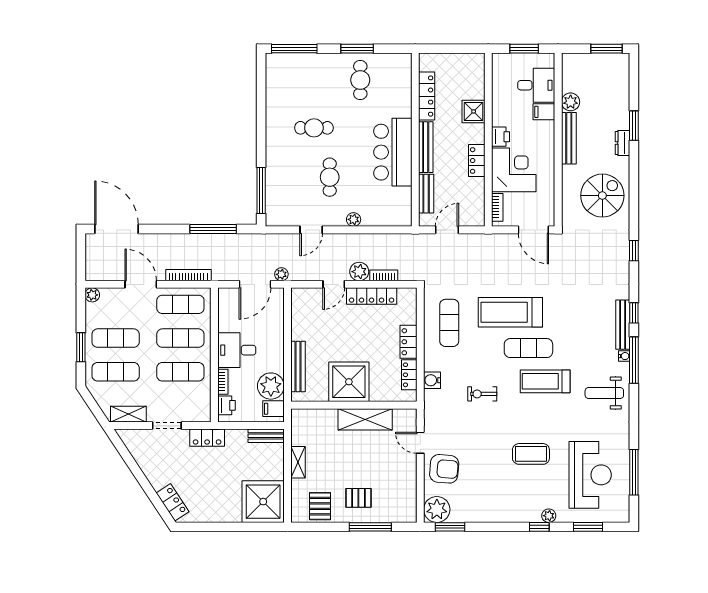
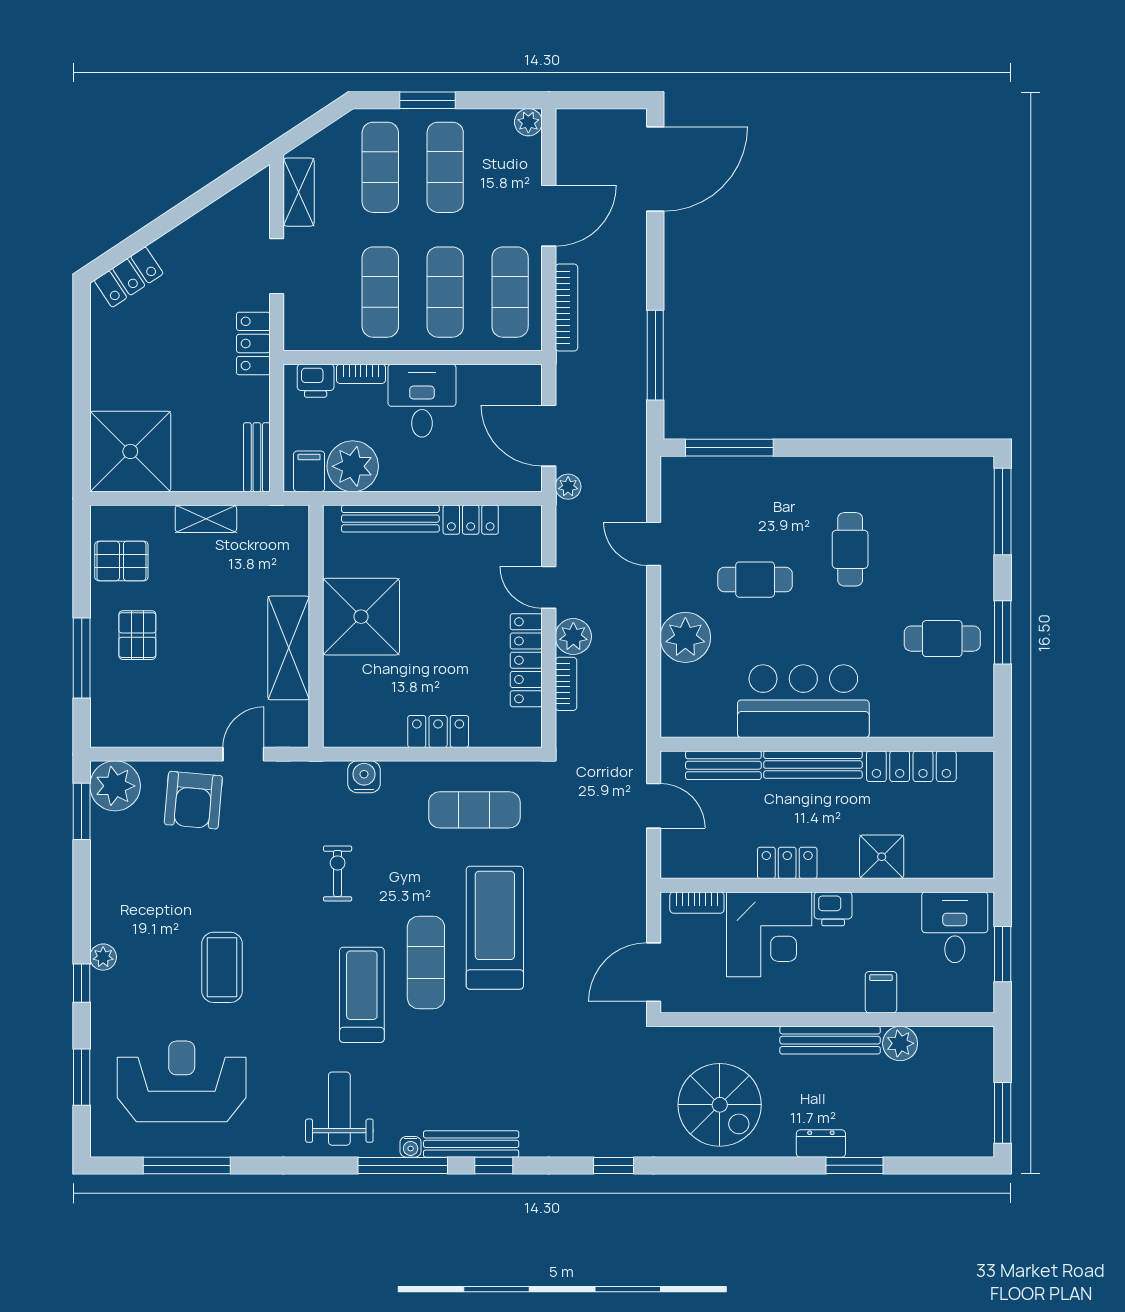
desk: (536, 85) -> (955, 927), moved, turned 180
plant: (354, 219) -> (685, 637), width x1.88, depth x1.88
locker: (409, 375) -> (471, 520), moved, turned 180
reception desk: (590, 475) -> (182, 1081), turned 180
plant: (549, 516) -> (103, 957), moved

